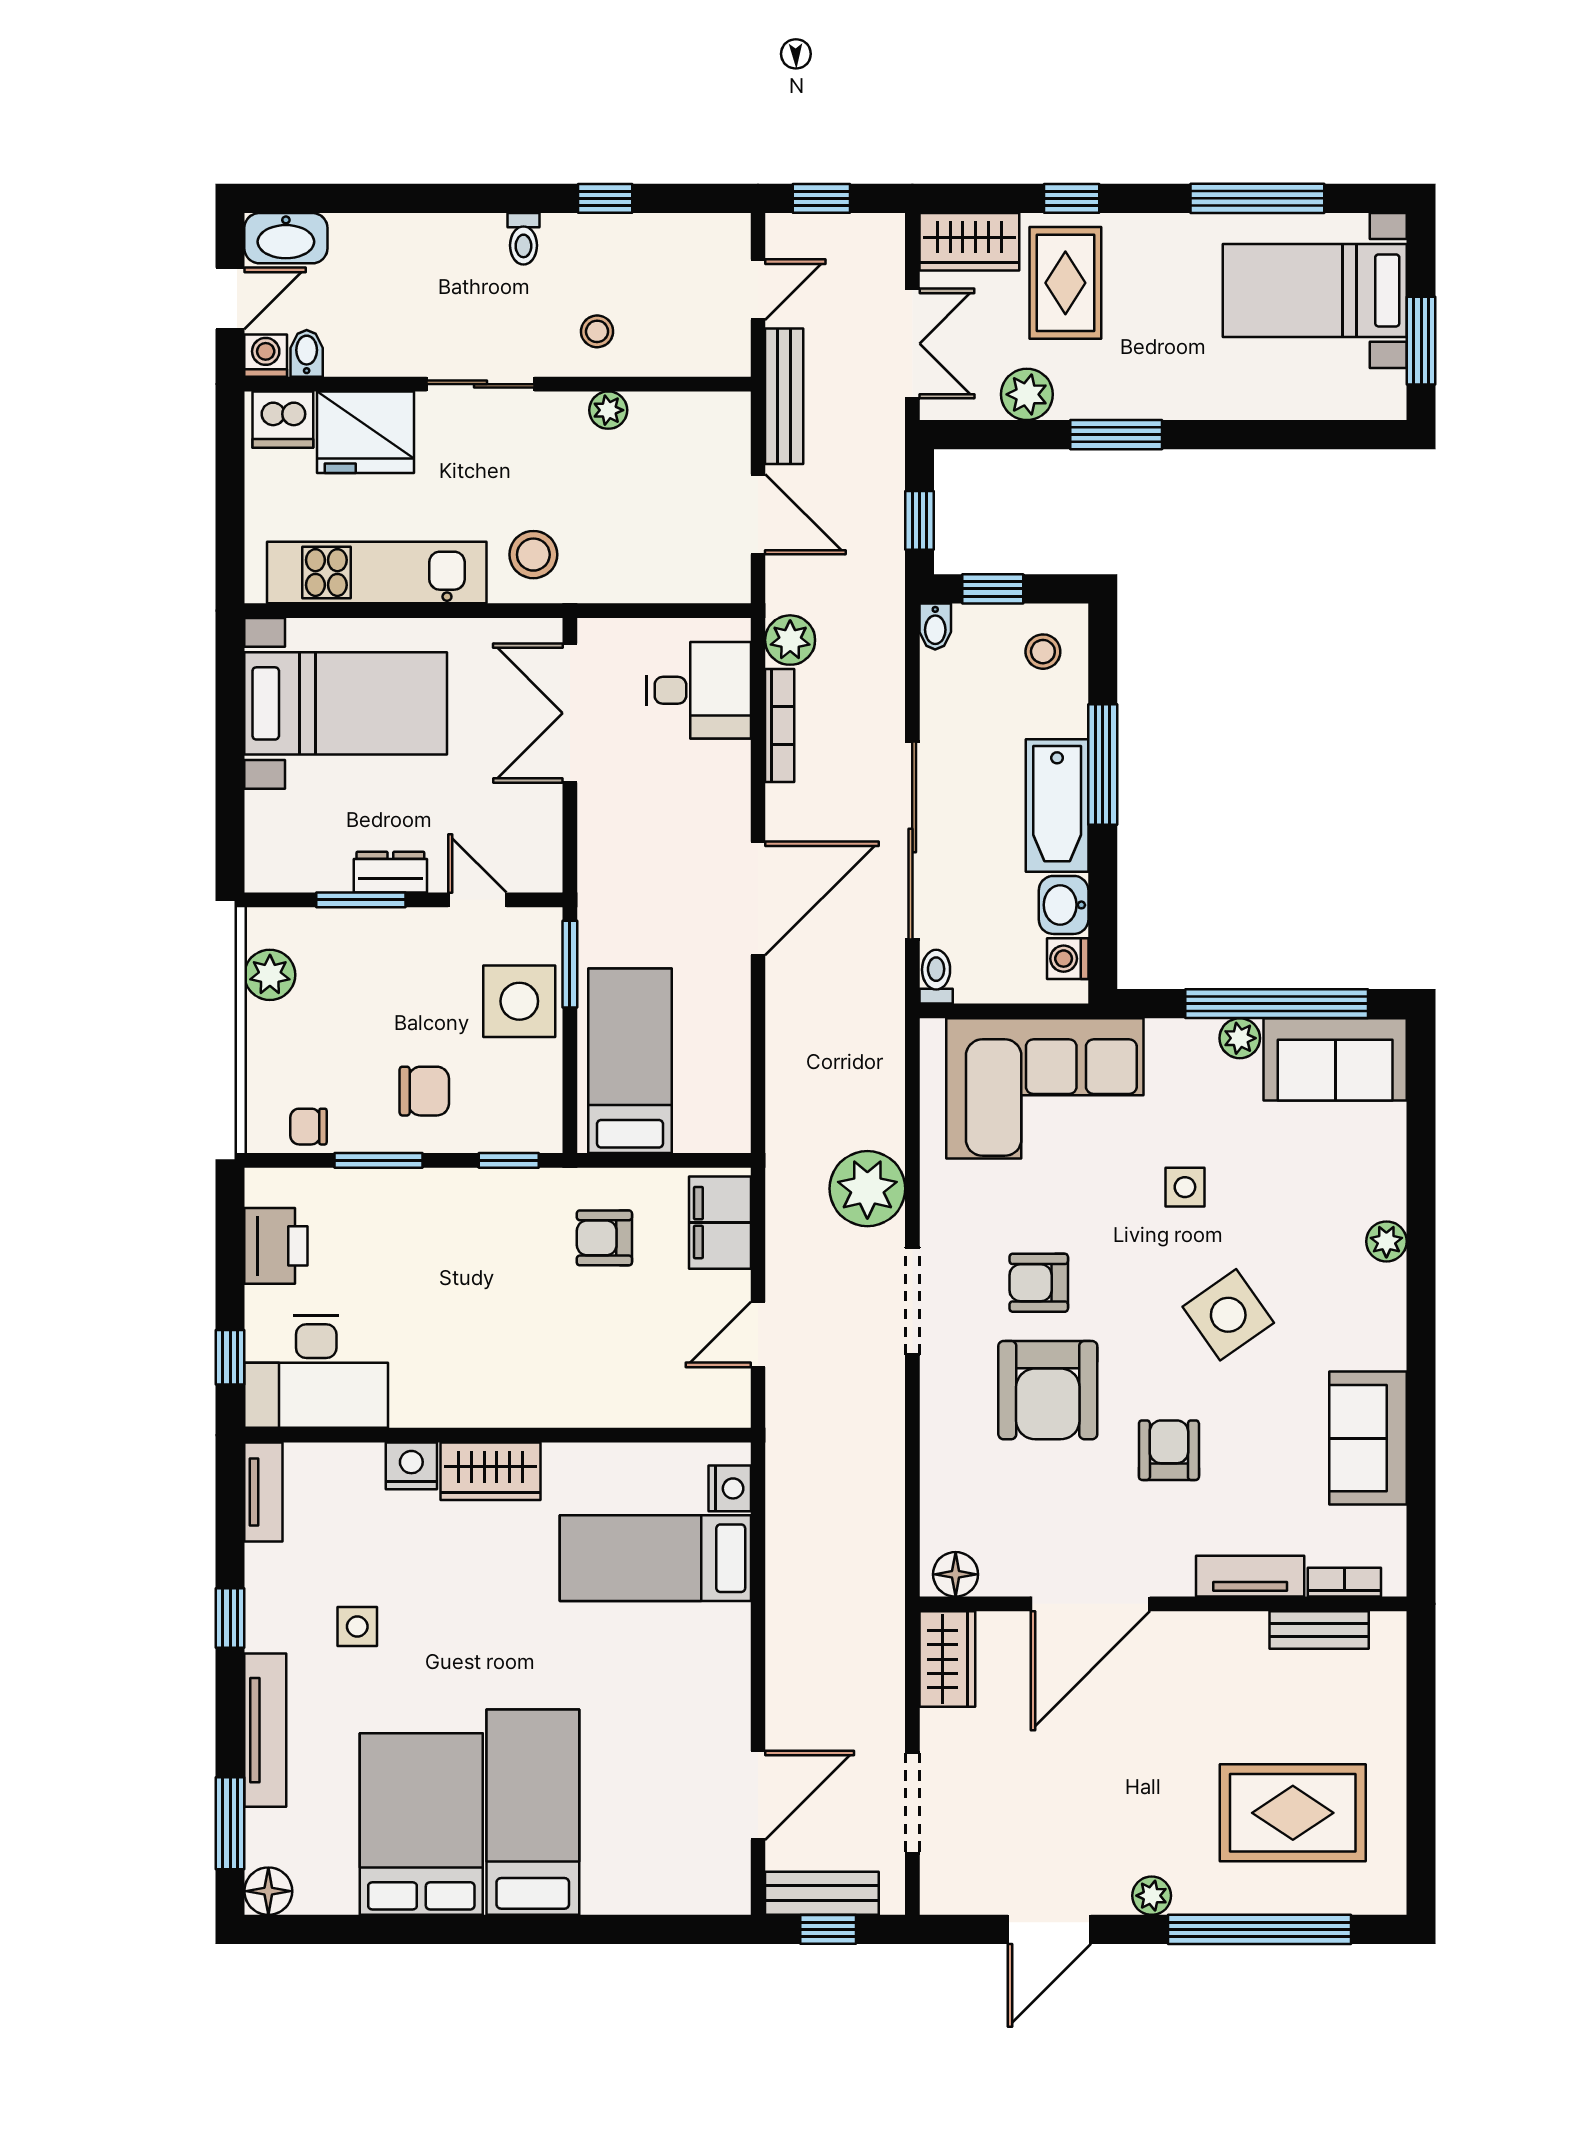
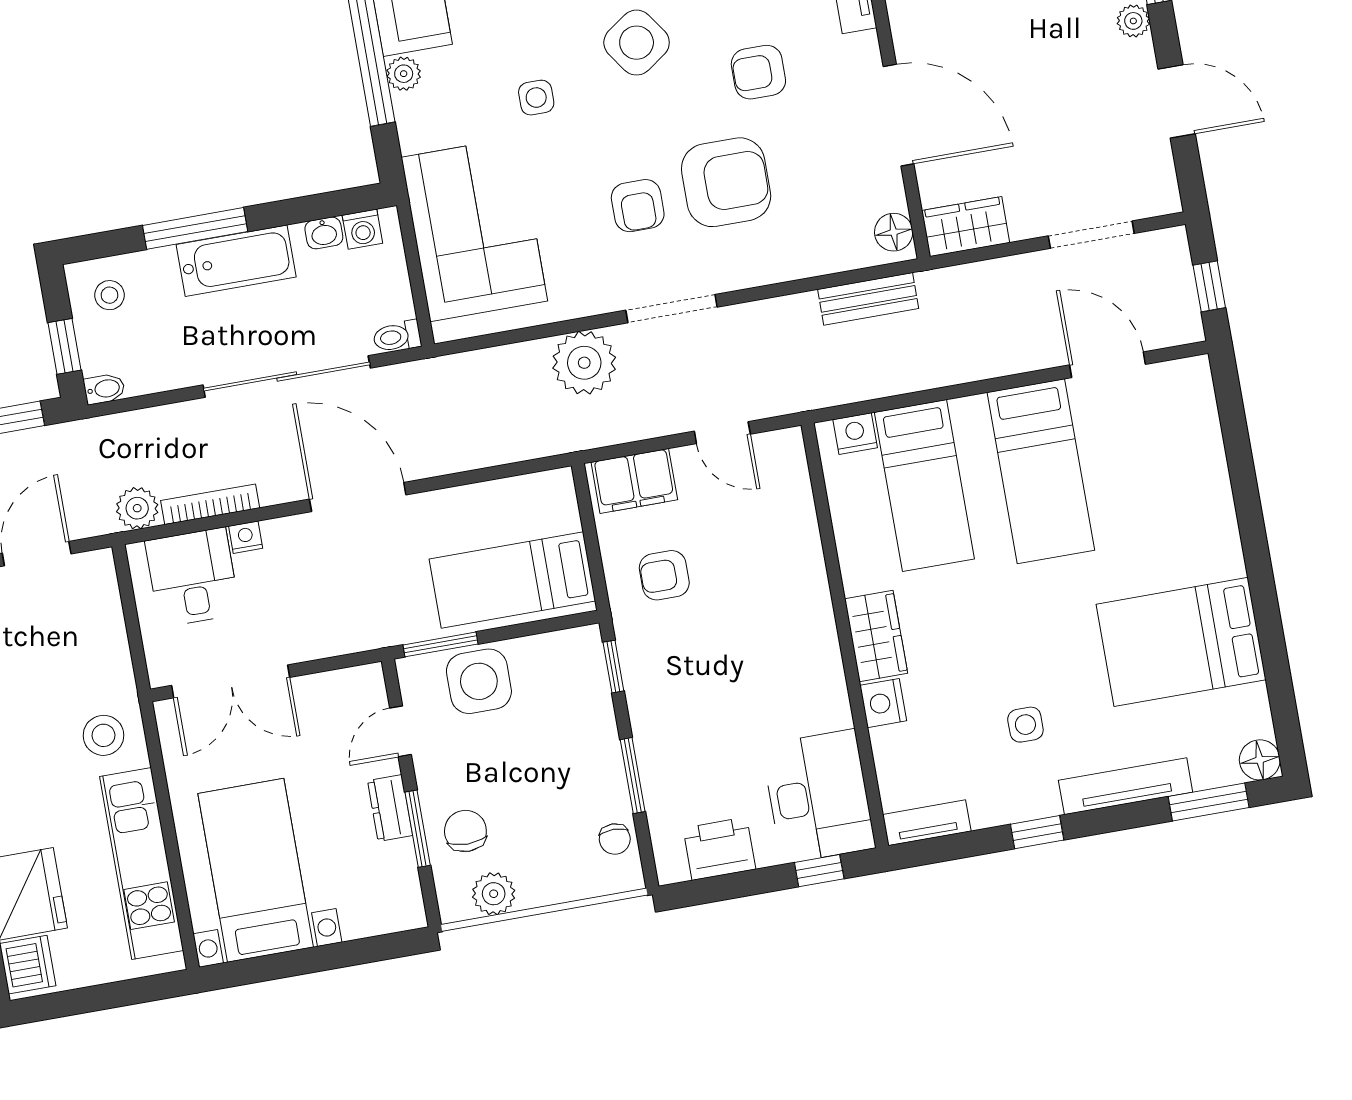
nightstand: (734, 760) -> (246, 537), added
washbasin: (1064, 905) -> (324, 233), width x0.72, depth x0.69
chair: (424, 1091) -> (465, 831), moved
armchair: (604, 1238) -> (664, 575), turned 90
bed: (533, 1812) -> (1041, 471), moved, turned -90
bench: (822, 1893) -> (868, 299), moved, turned 90

